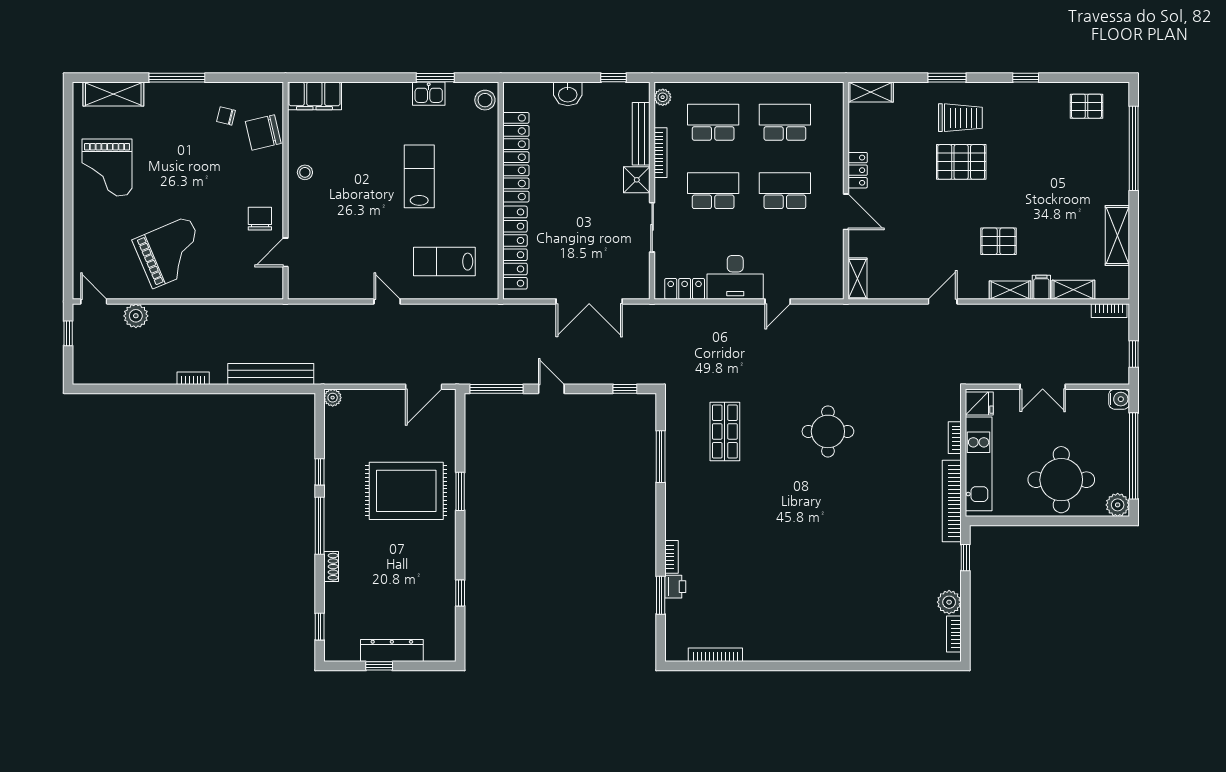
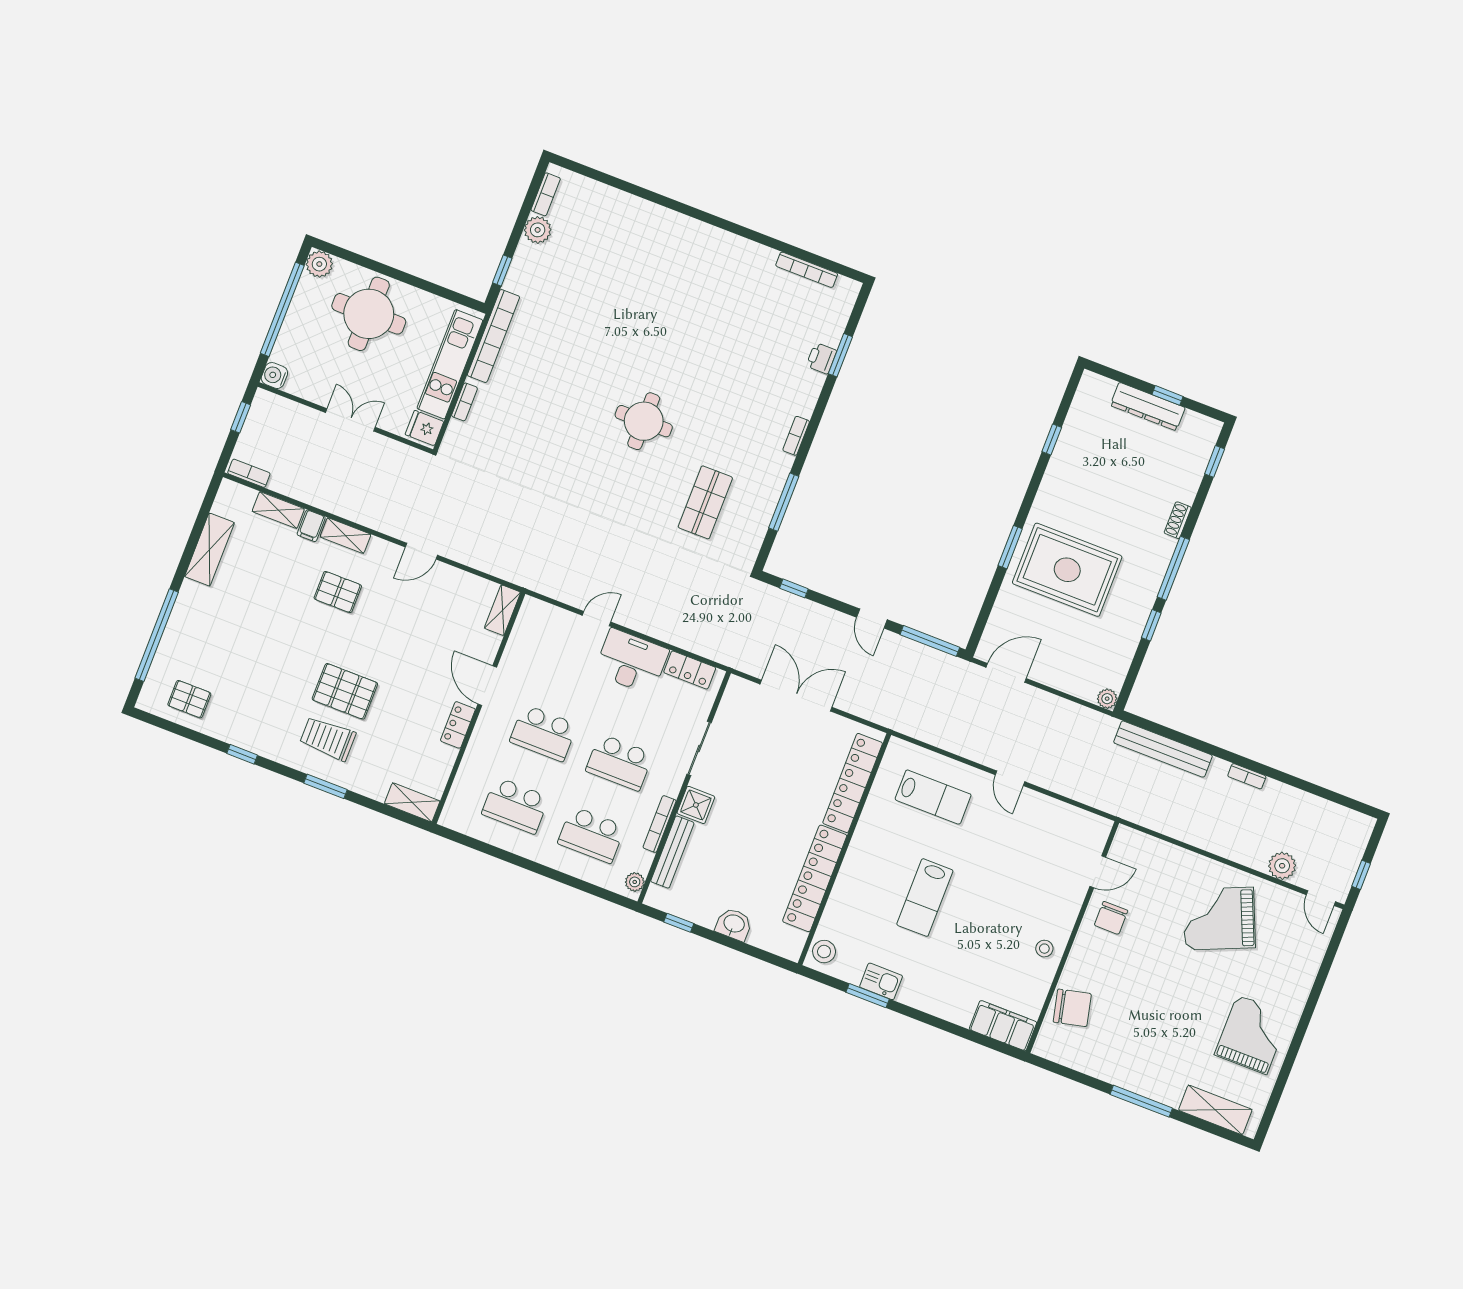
chair: (226, 116) -> (1105, 1041), removed
round table: (828, 431) -> (644, 421), moved
bookcase: (671, 557) -> (796, 436), moved

